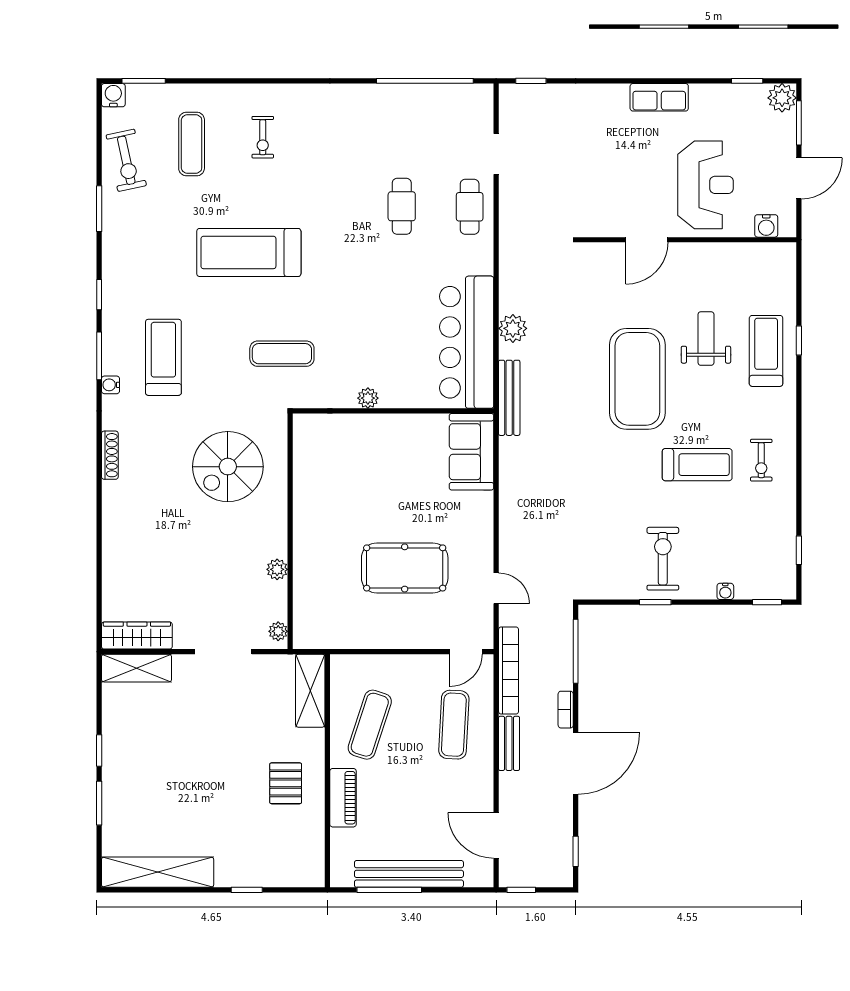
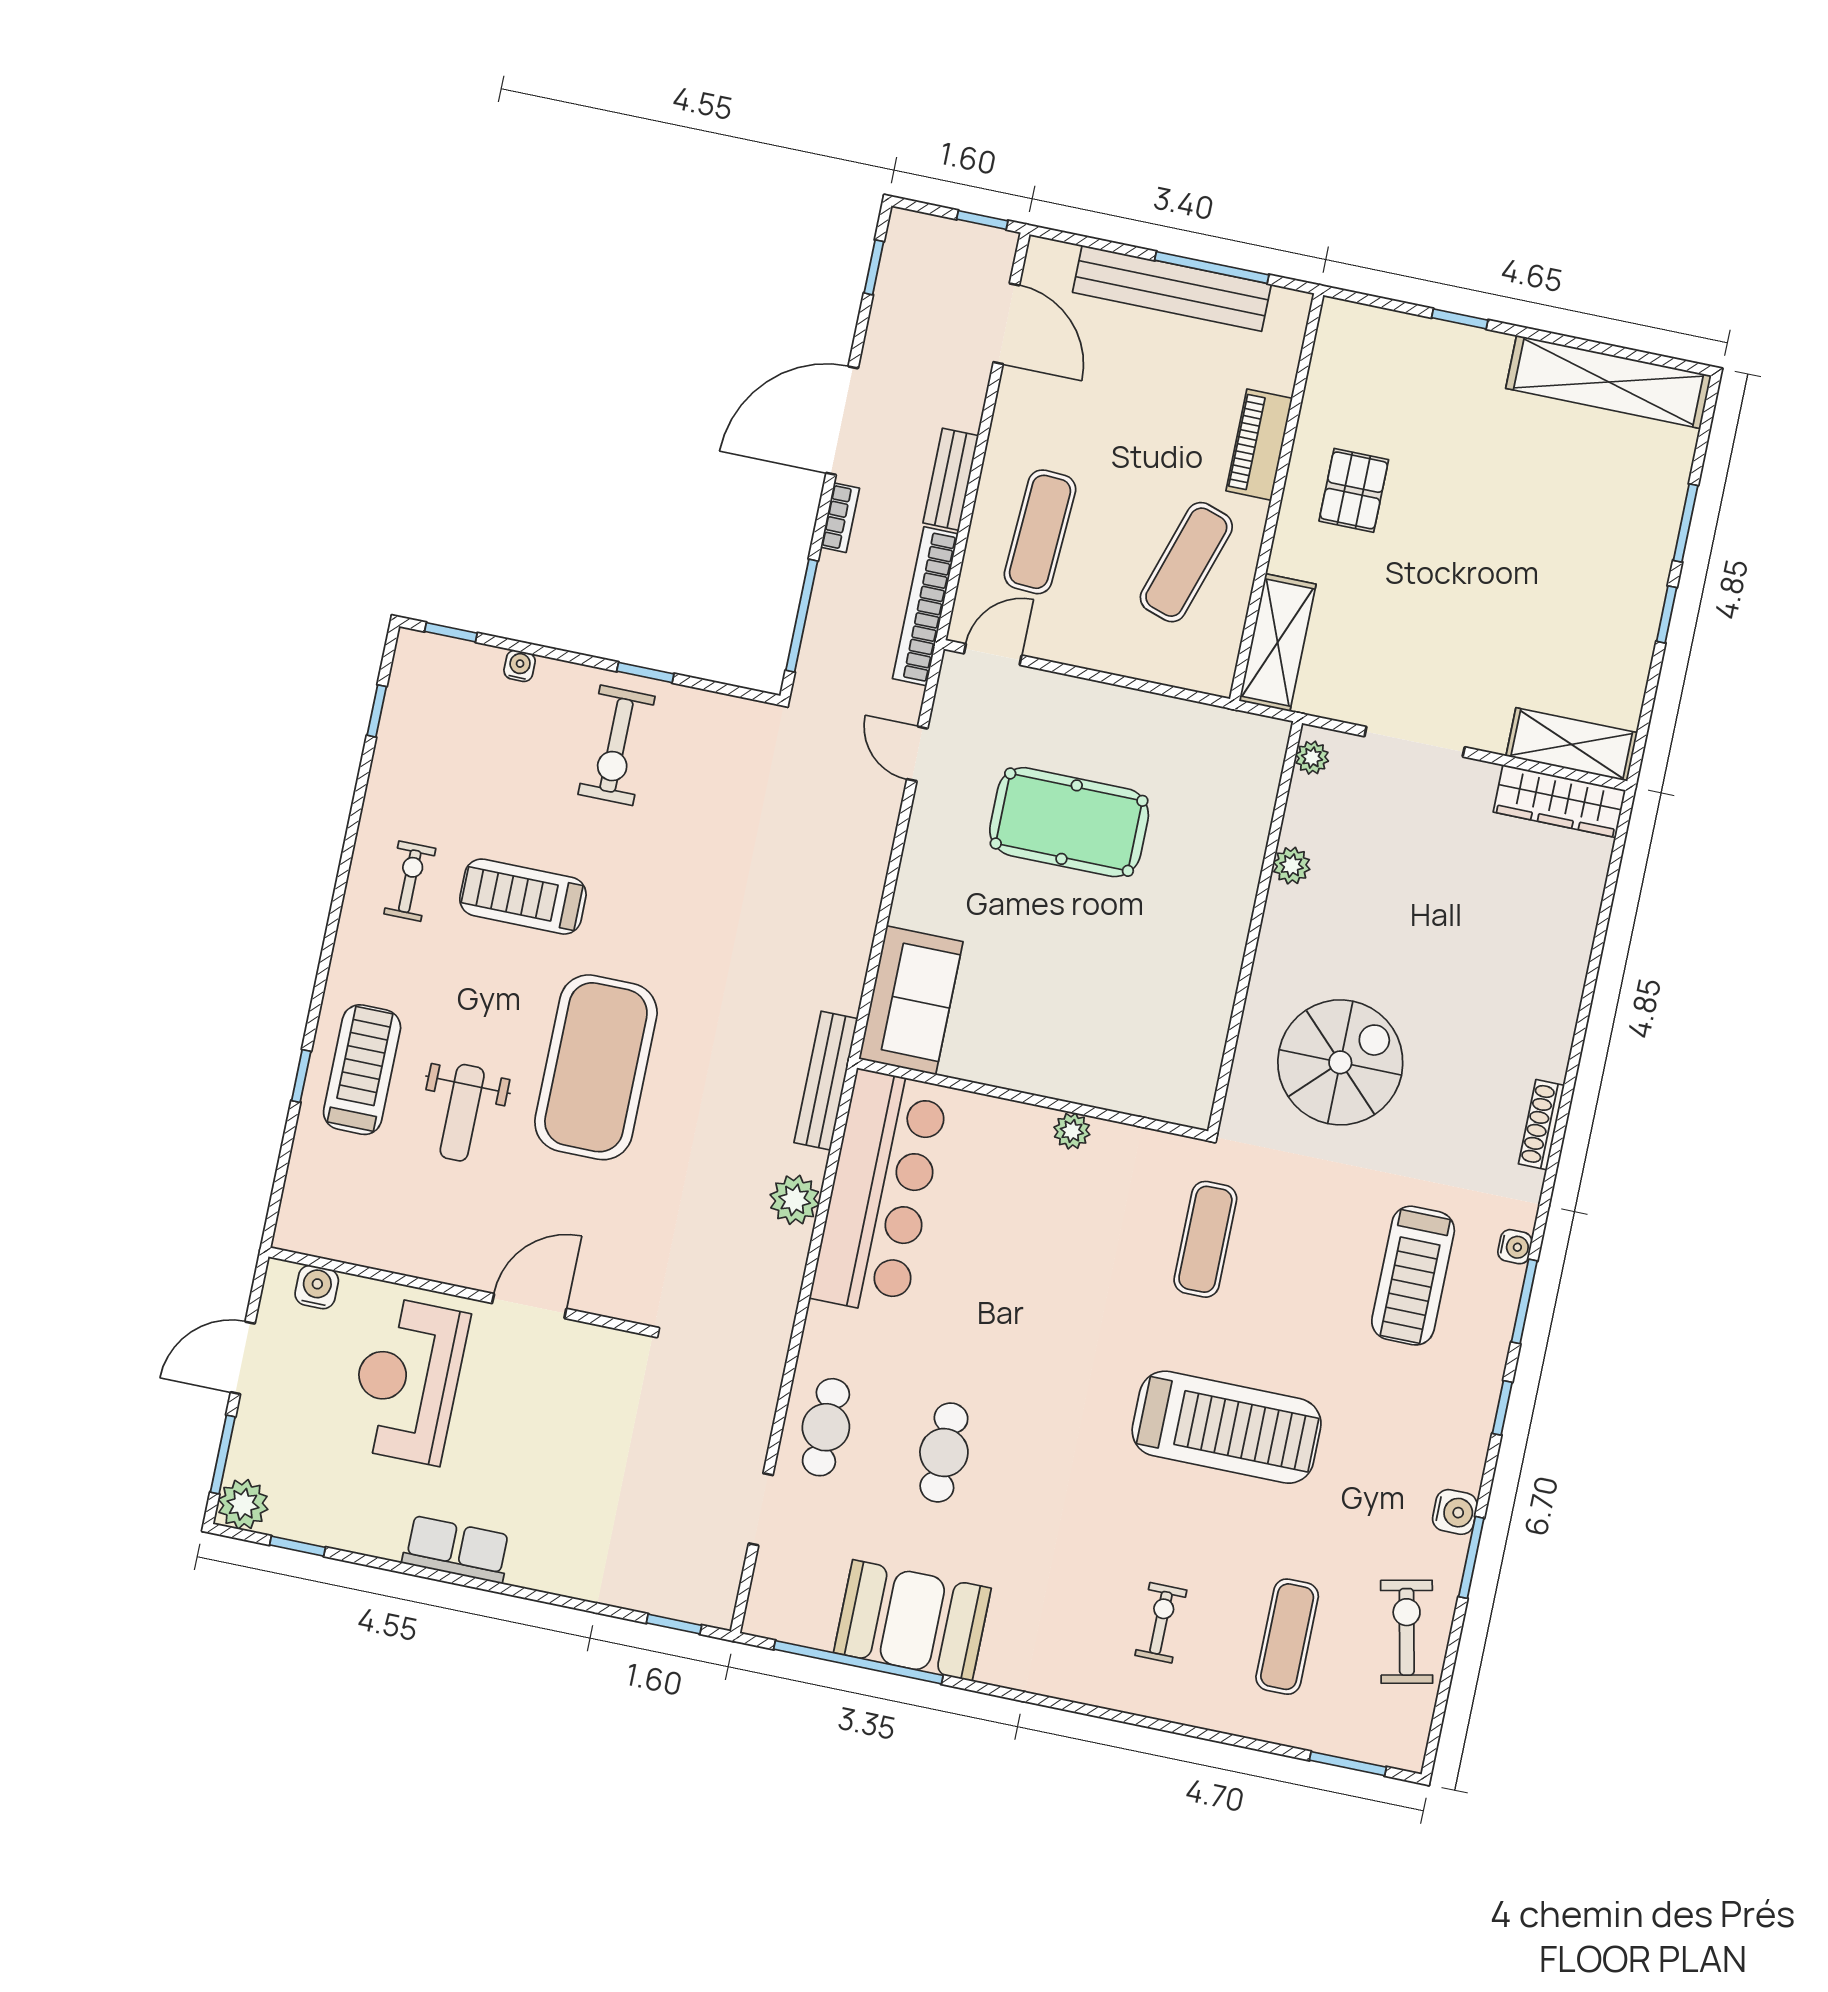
water cooler: (113, 95) -> (1455, 1512), moved, turned -90
booth: (400, 110) -> (912, 1620), added
treadmill: (766, 351) -> (362, 1070), turned 180
exercise mat: (282, 354) -> (1205, 1239), turned 90

